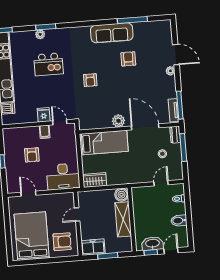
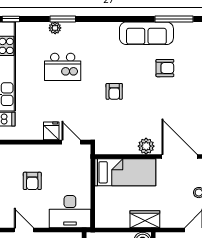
armchair: (128, 59) -> (165, 68), turned 90
filing cabinet: (45, 132) -> (51, 153), removed
wardrobe: (95, 180) -> (145, 219), moved

